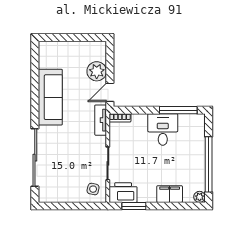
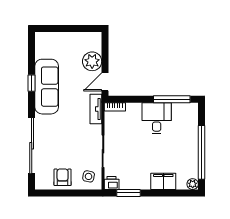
window: (35, 94) -> (32, 83), added
armchair: (66, 190) -> (63, 177), added
printer: (123, 193) -> (112, 183), width x0.53, depth x0.68

